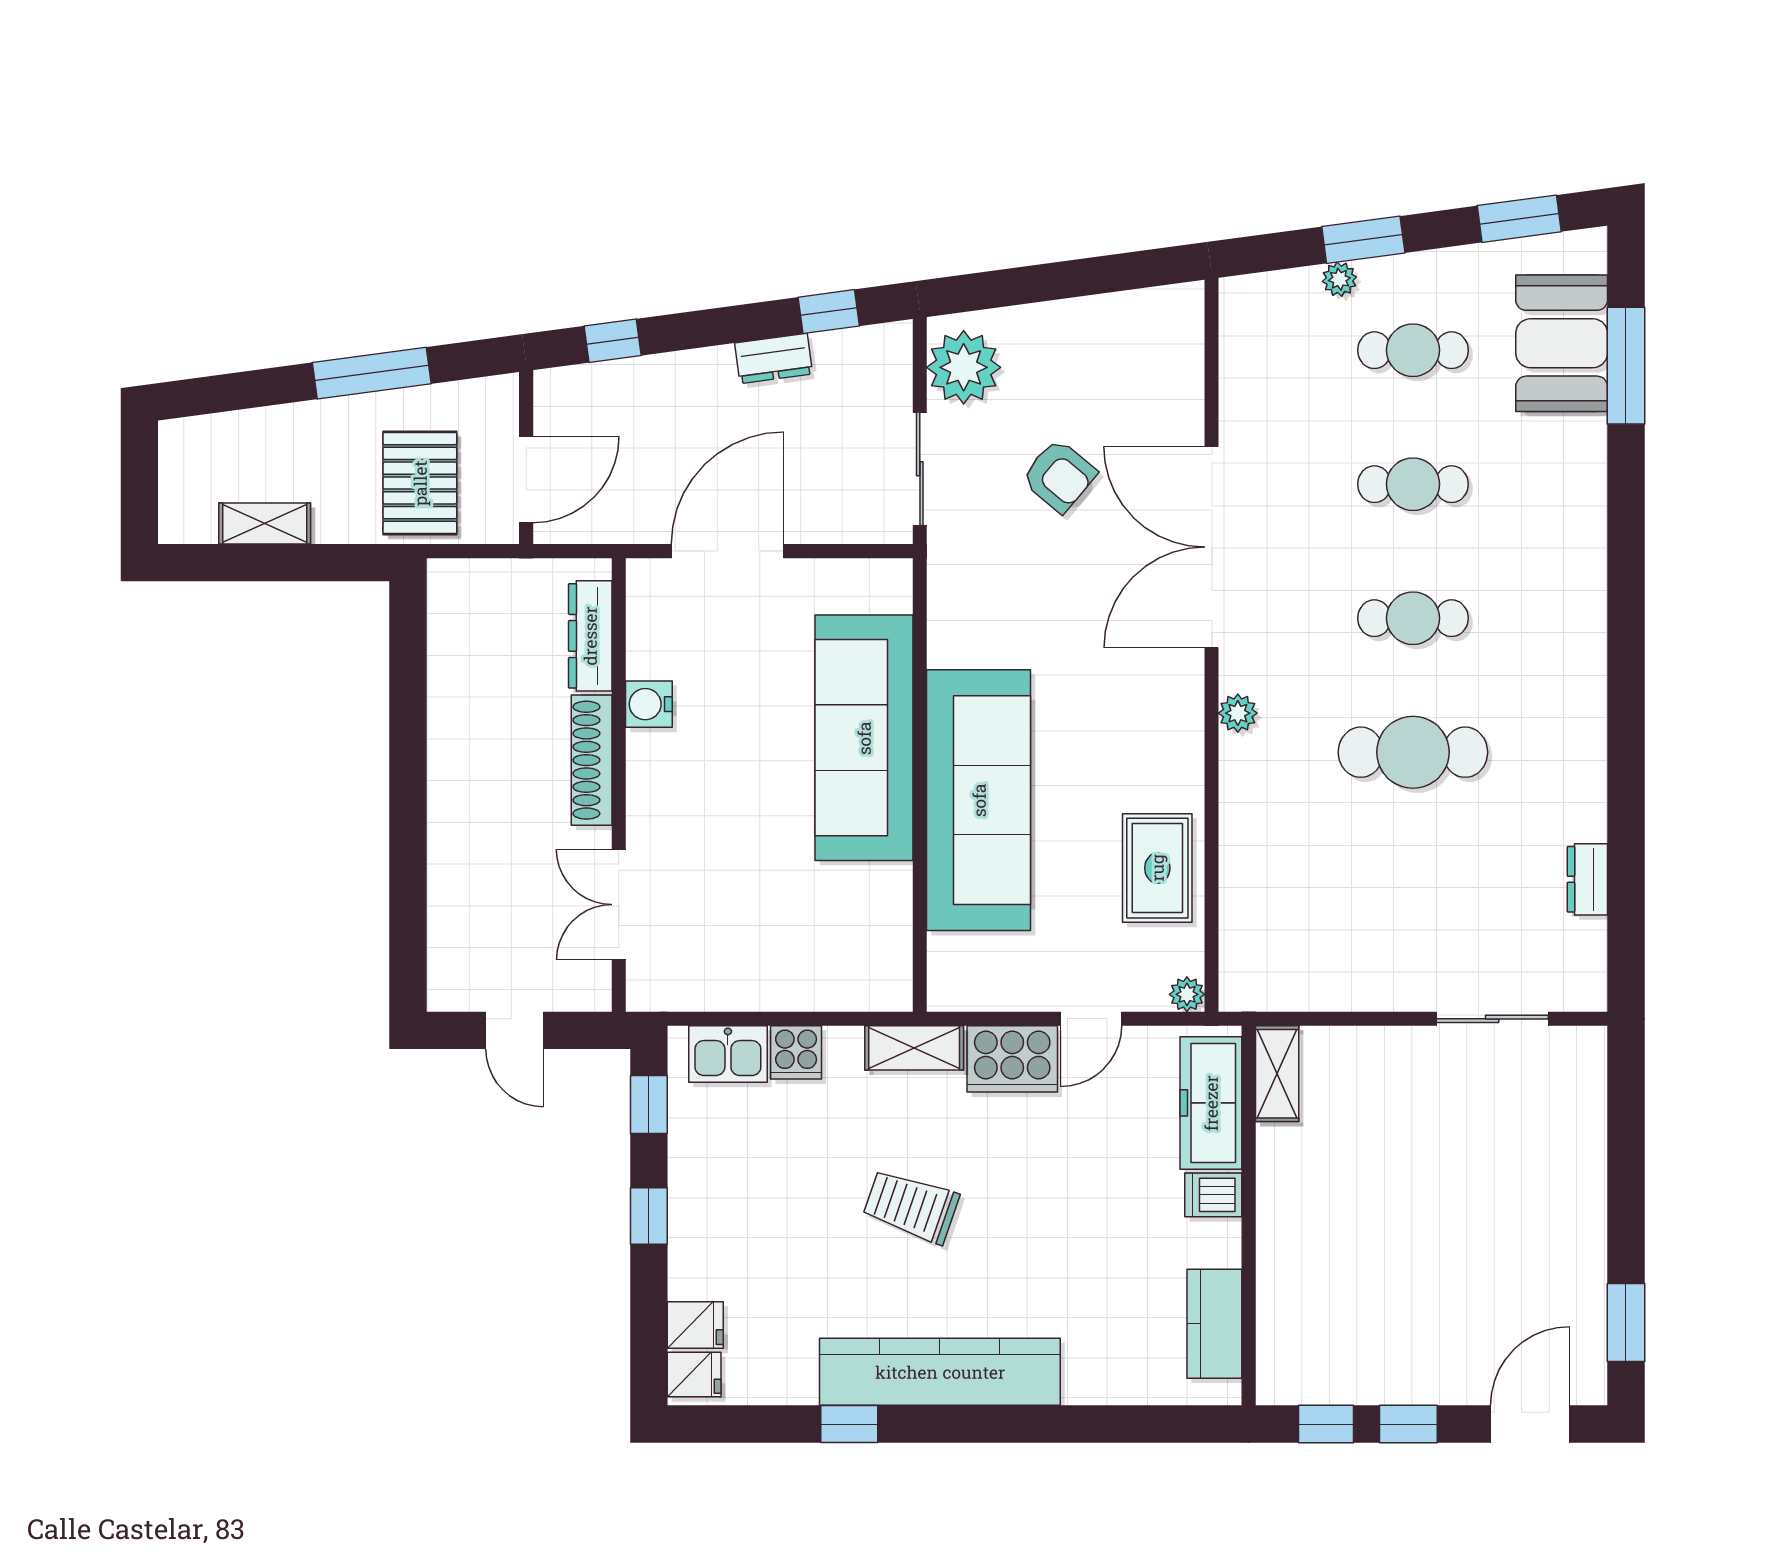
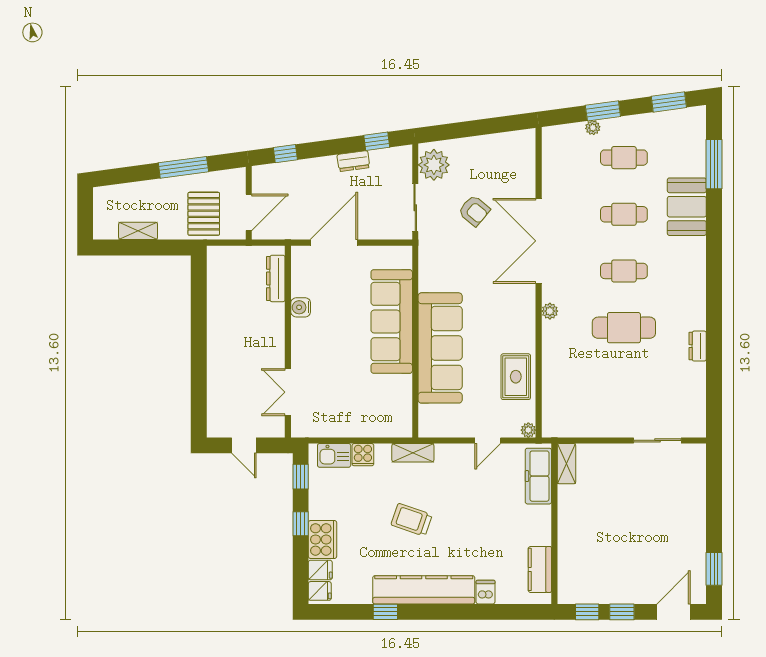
booth: (1562, 343) -> (687, 207), moved
shoe rack: (592, 760) -> (276, 331), removed
dresser: (1587, 879) -> (698, 346), moved
cooker: (1012, 1059) -> (323, 539), moved, turned -90
dishwasher: (1213, 1195) -> (486, 592), moved, turned 90

